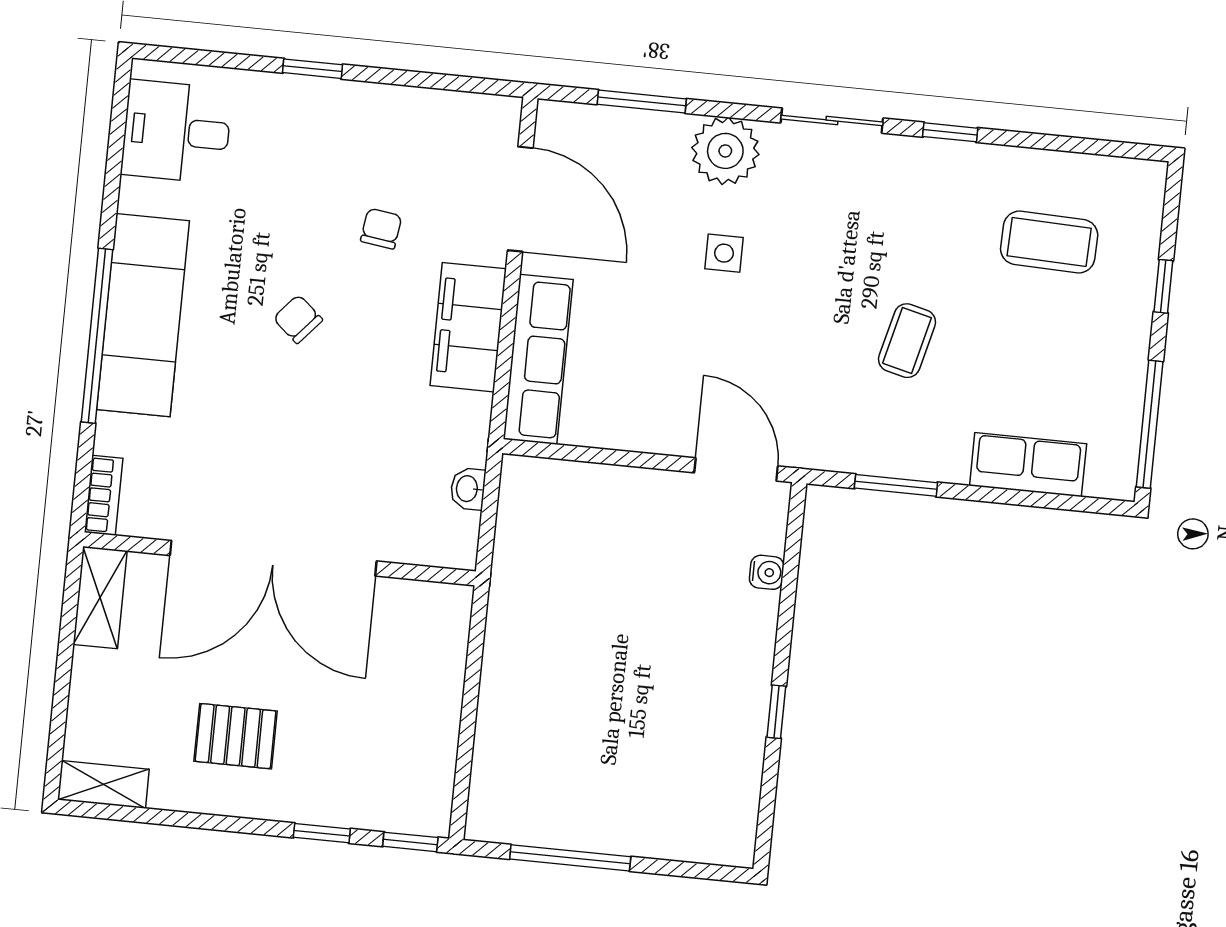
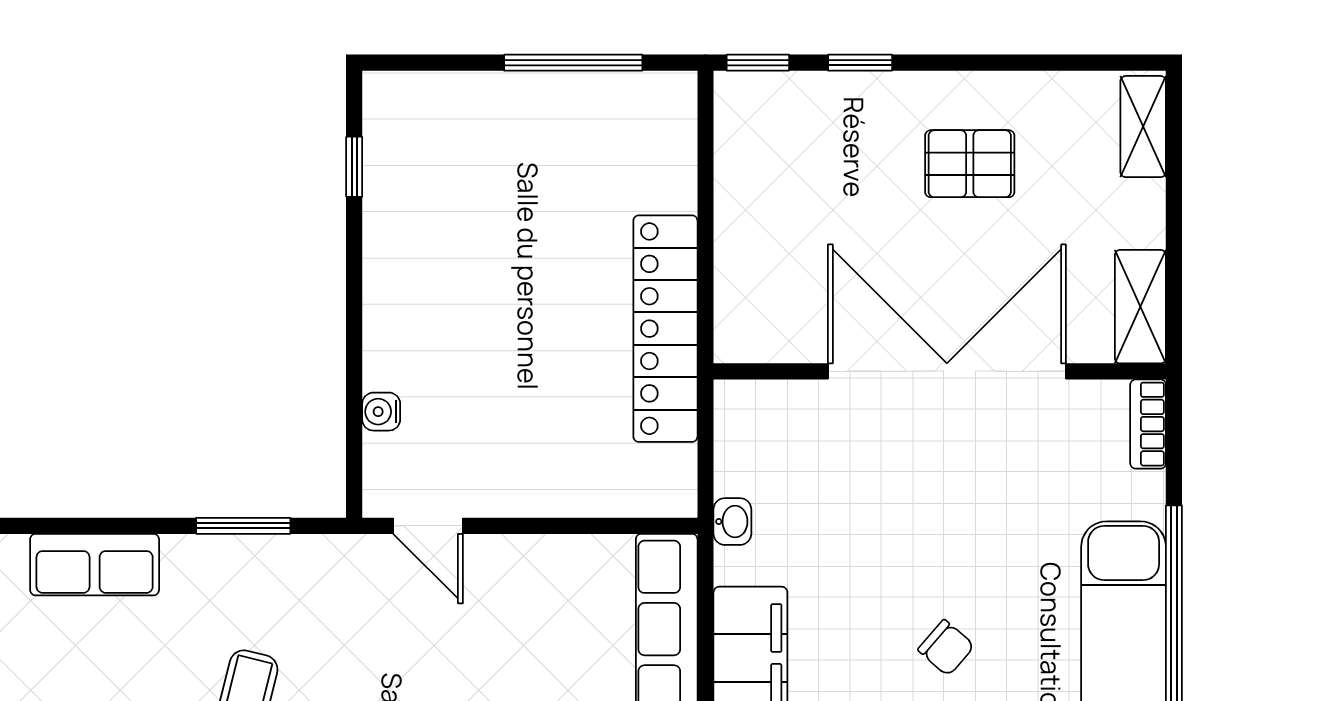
door: (736, 469) -> (428, 526), width x0.73
washbasin: (468, 489) -> (732, 522), moved
locker: (513, 620) -> (665, 329), added
window: (776, 712) -> (354, 167), moved
shelving: (103, 784) -> (1143, 127), moved, turned 90

